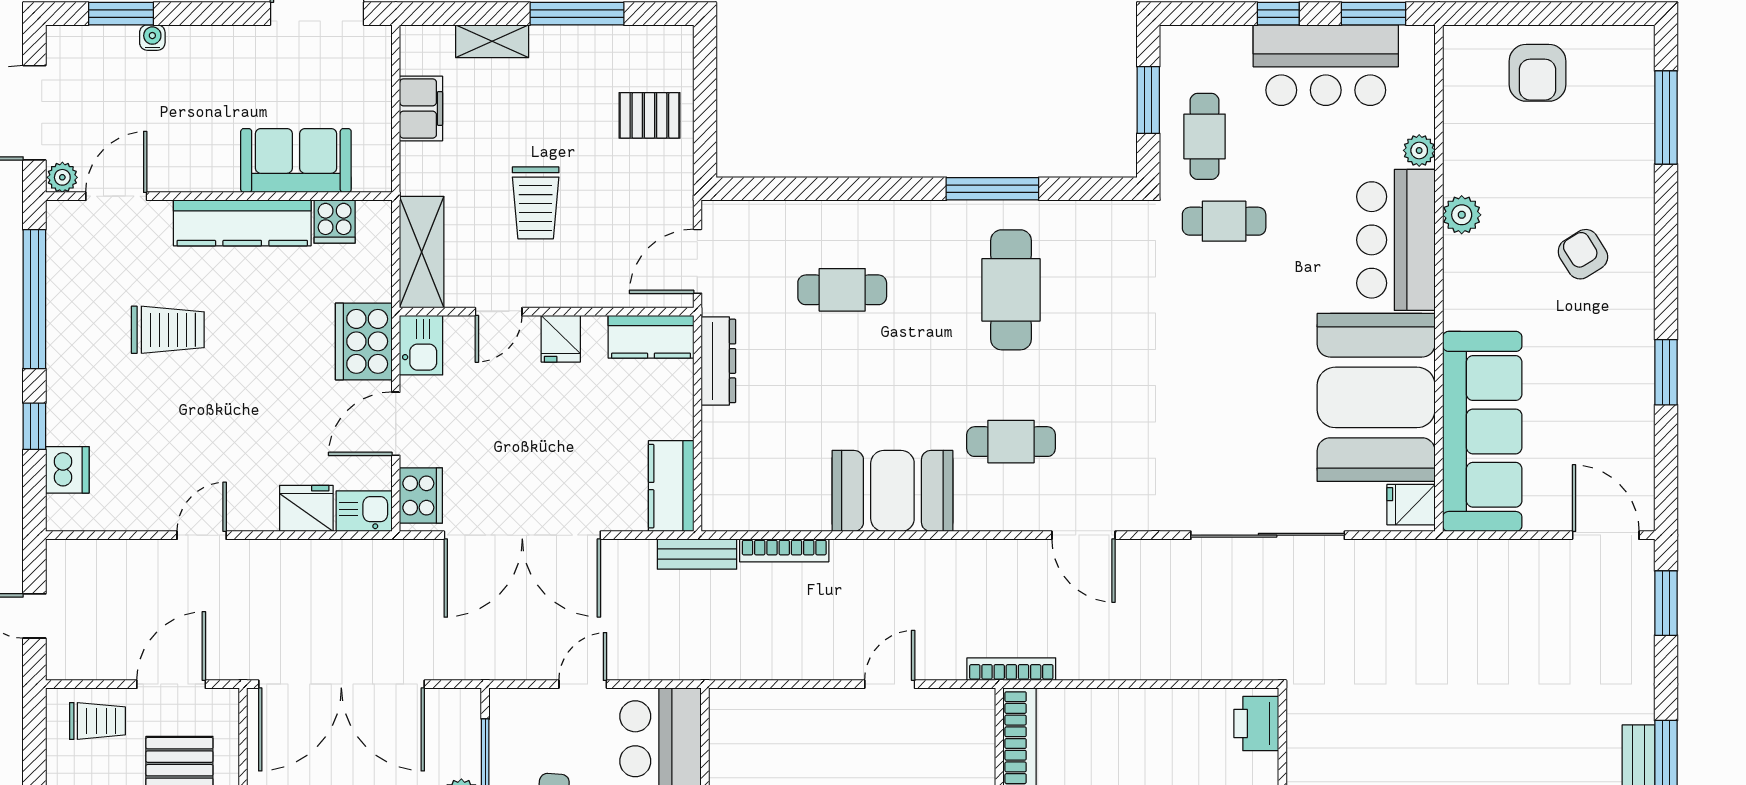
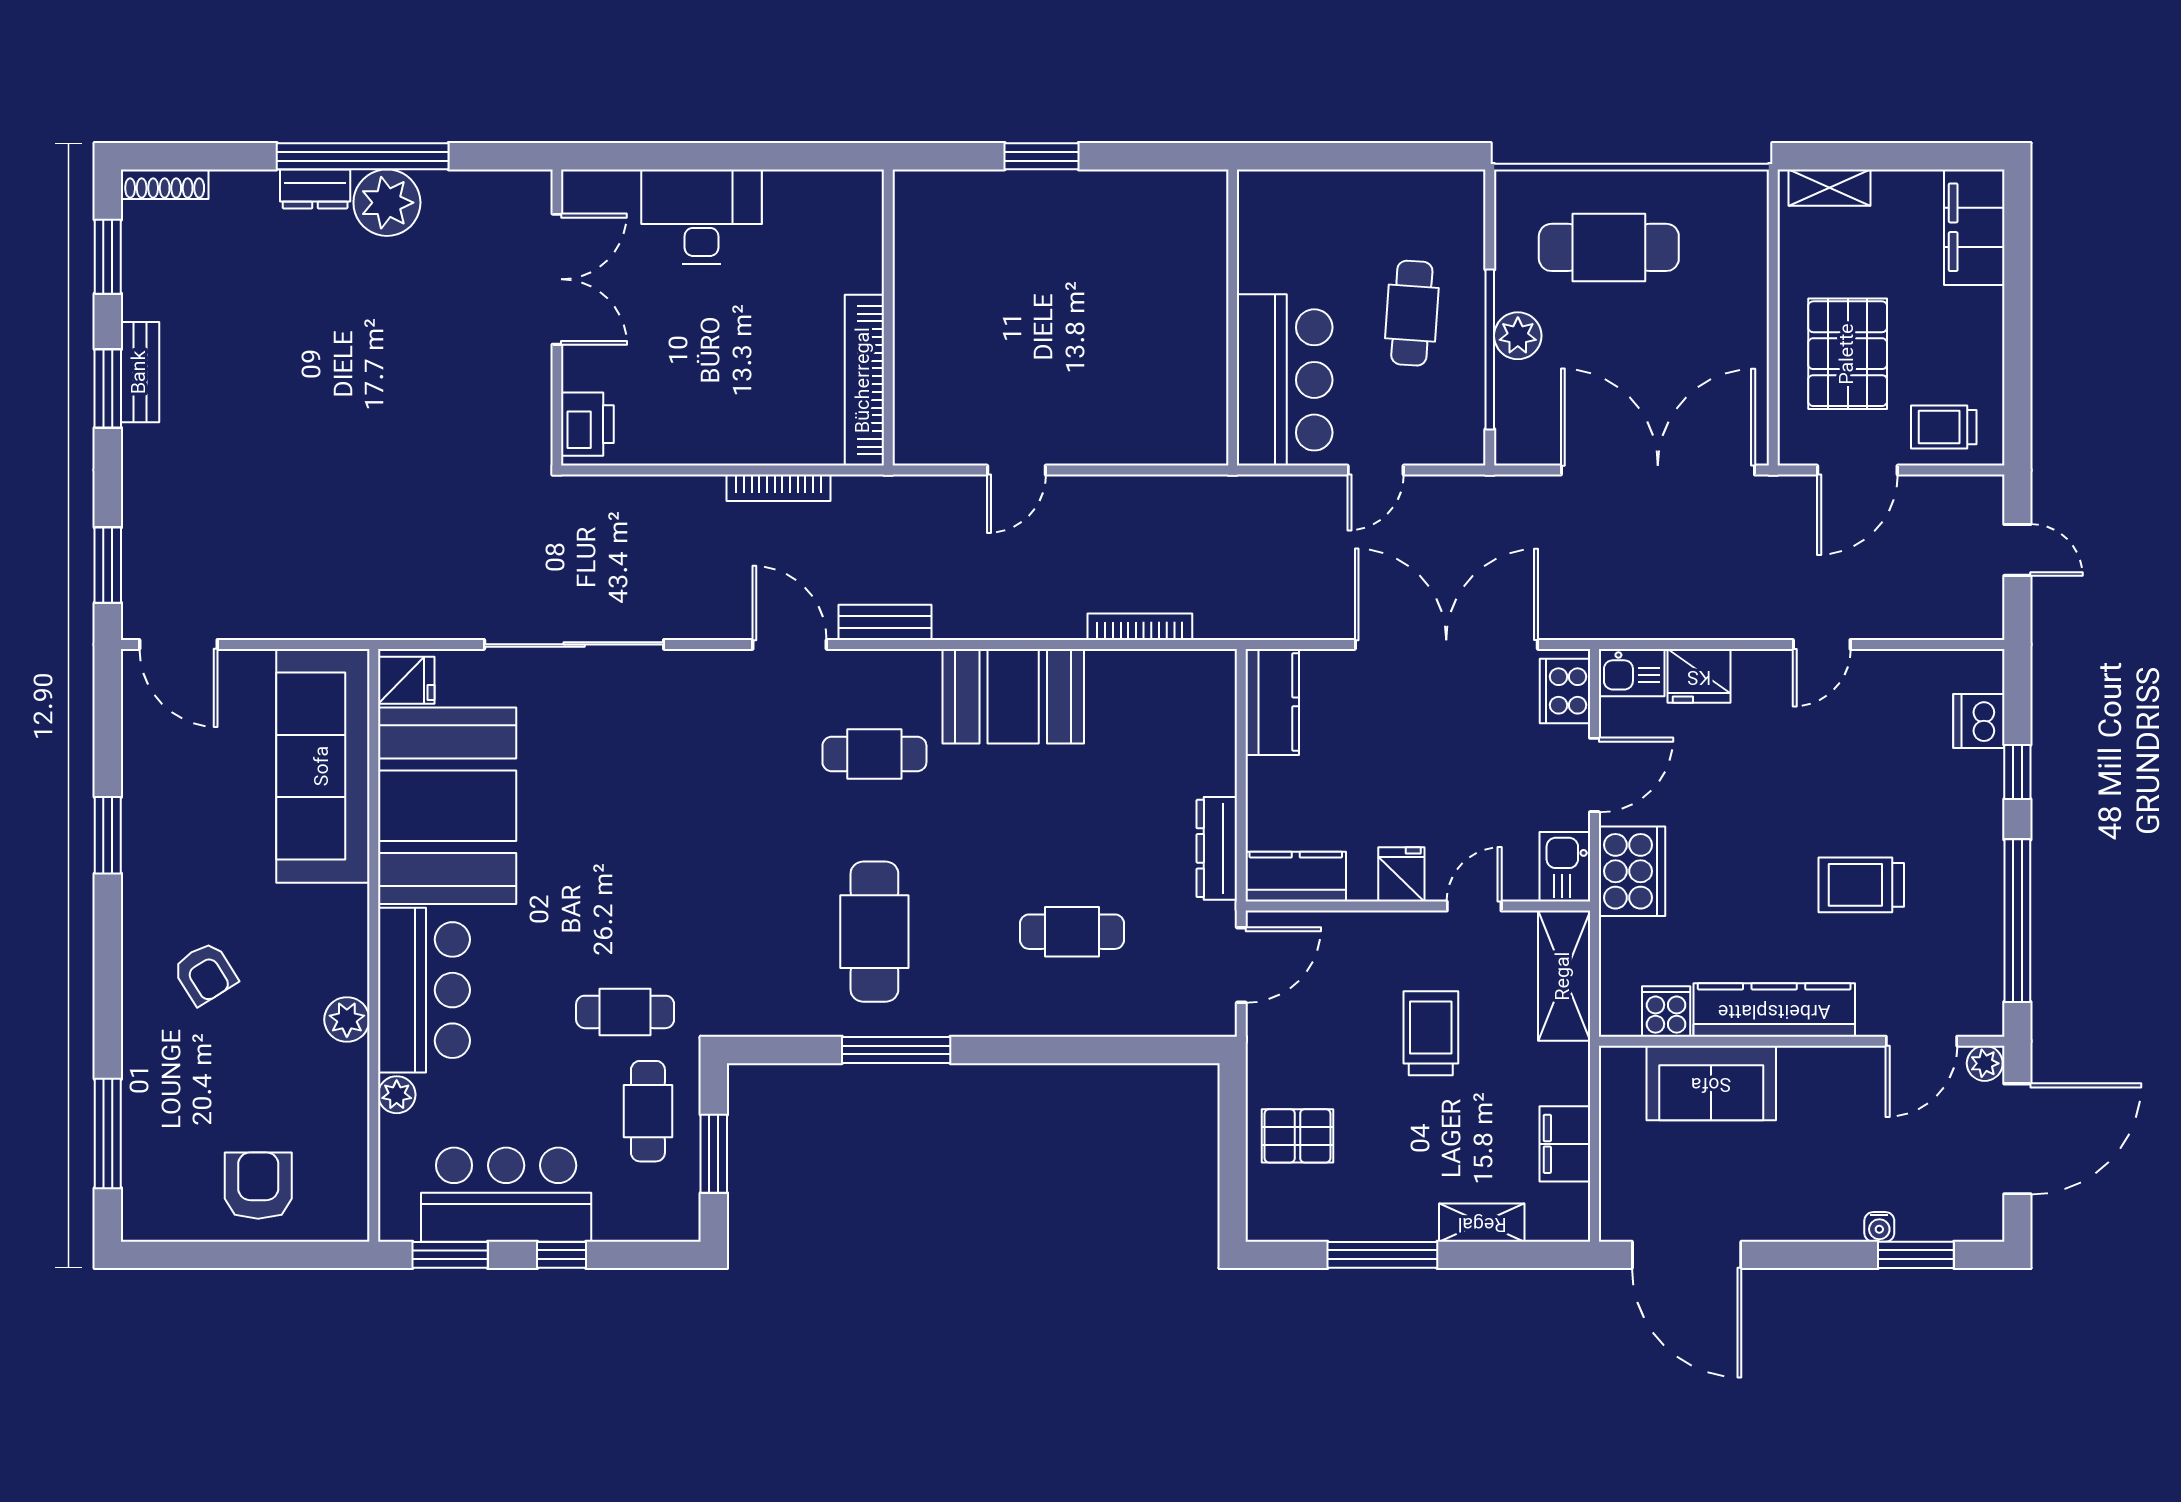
bench: (697, 554) -> (885, 622), moved
bookcase: (1011, 669) -> (779, 488), moved

